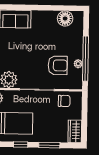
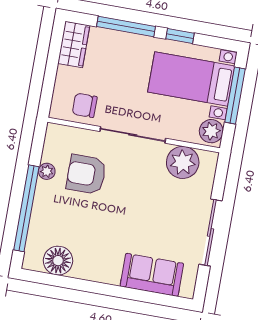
window: (85, 59) -> (26, 208), moved
window: (49, 145) -> (126, 26), width x1.44

